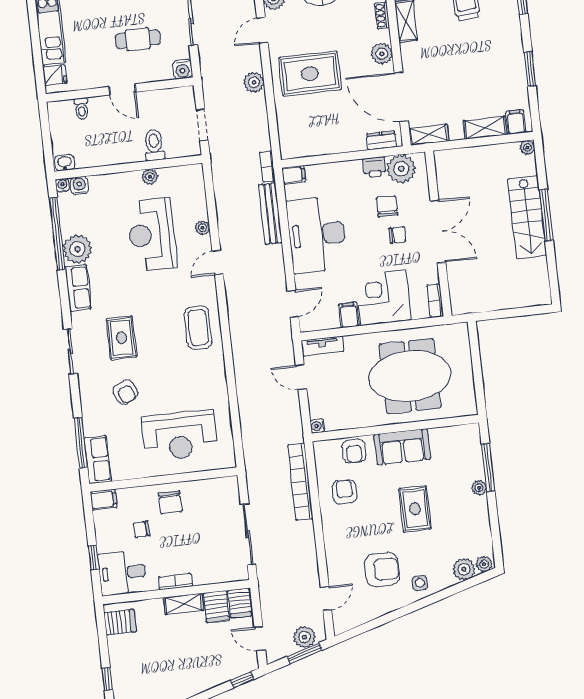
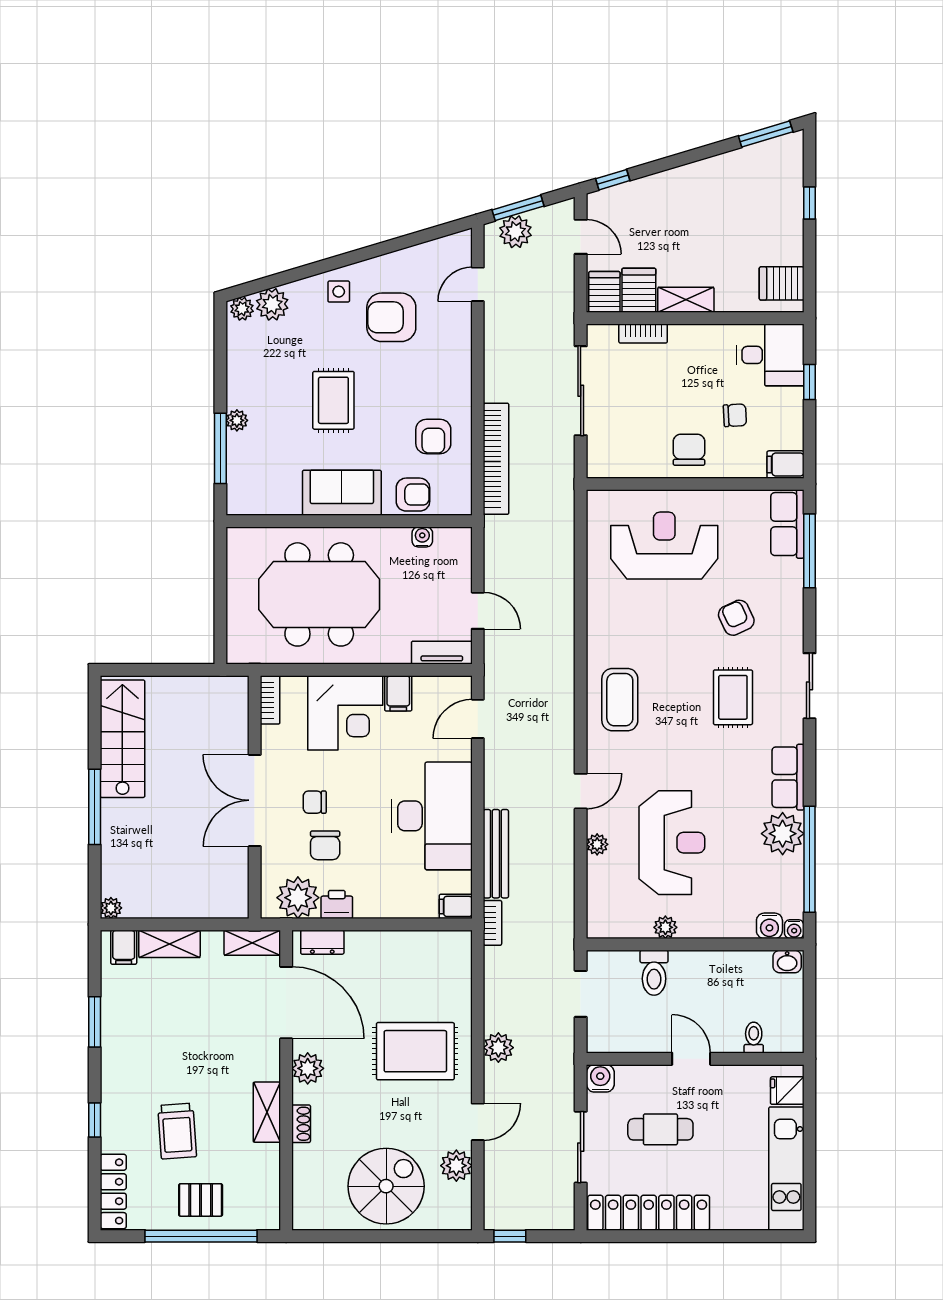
stairs: (527, 217) -> (122, 739), moved
water cooler: (318, 426) -> (422, 537), moved, turned -90
armchair: (354, 451) -> (413, 495), turned 90
bookcase: (175, 582) -> (643, 334), moved

